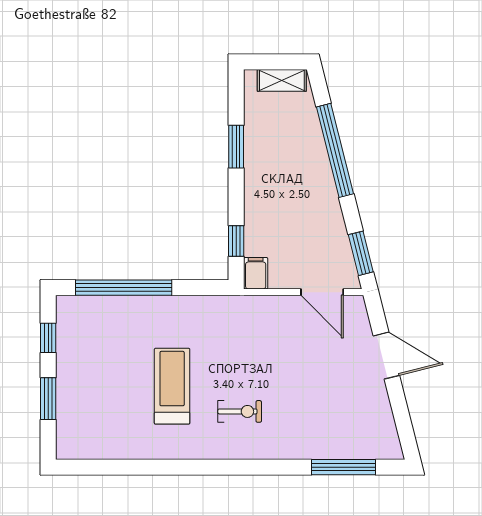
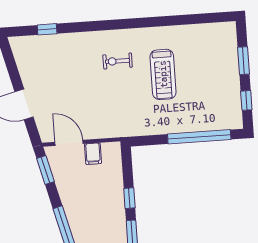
window: (236, 241) -> (129, 198), moved
filing cabinet: (256, 273) -> (93, 154), moved
window: (343, 467) -> (47, 29), width x0.46

